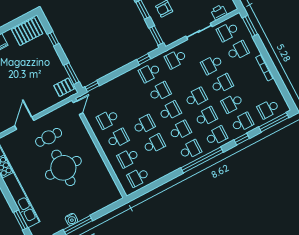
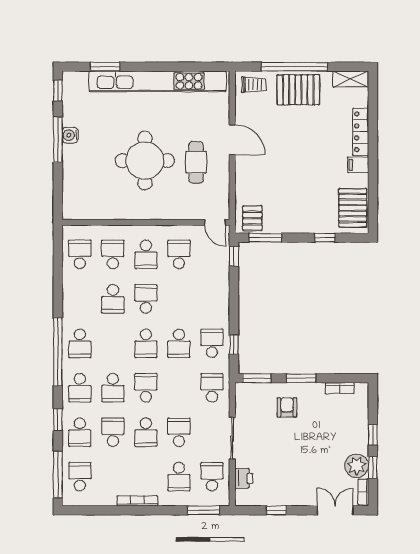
school desk: (196, 97) -> (146, 388), turned 180
school desk: (144, 125) -> (146, 299), turned 180
school desk: (180, 130) -> (113, 343), removed

